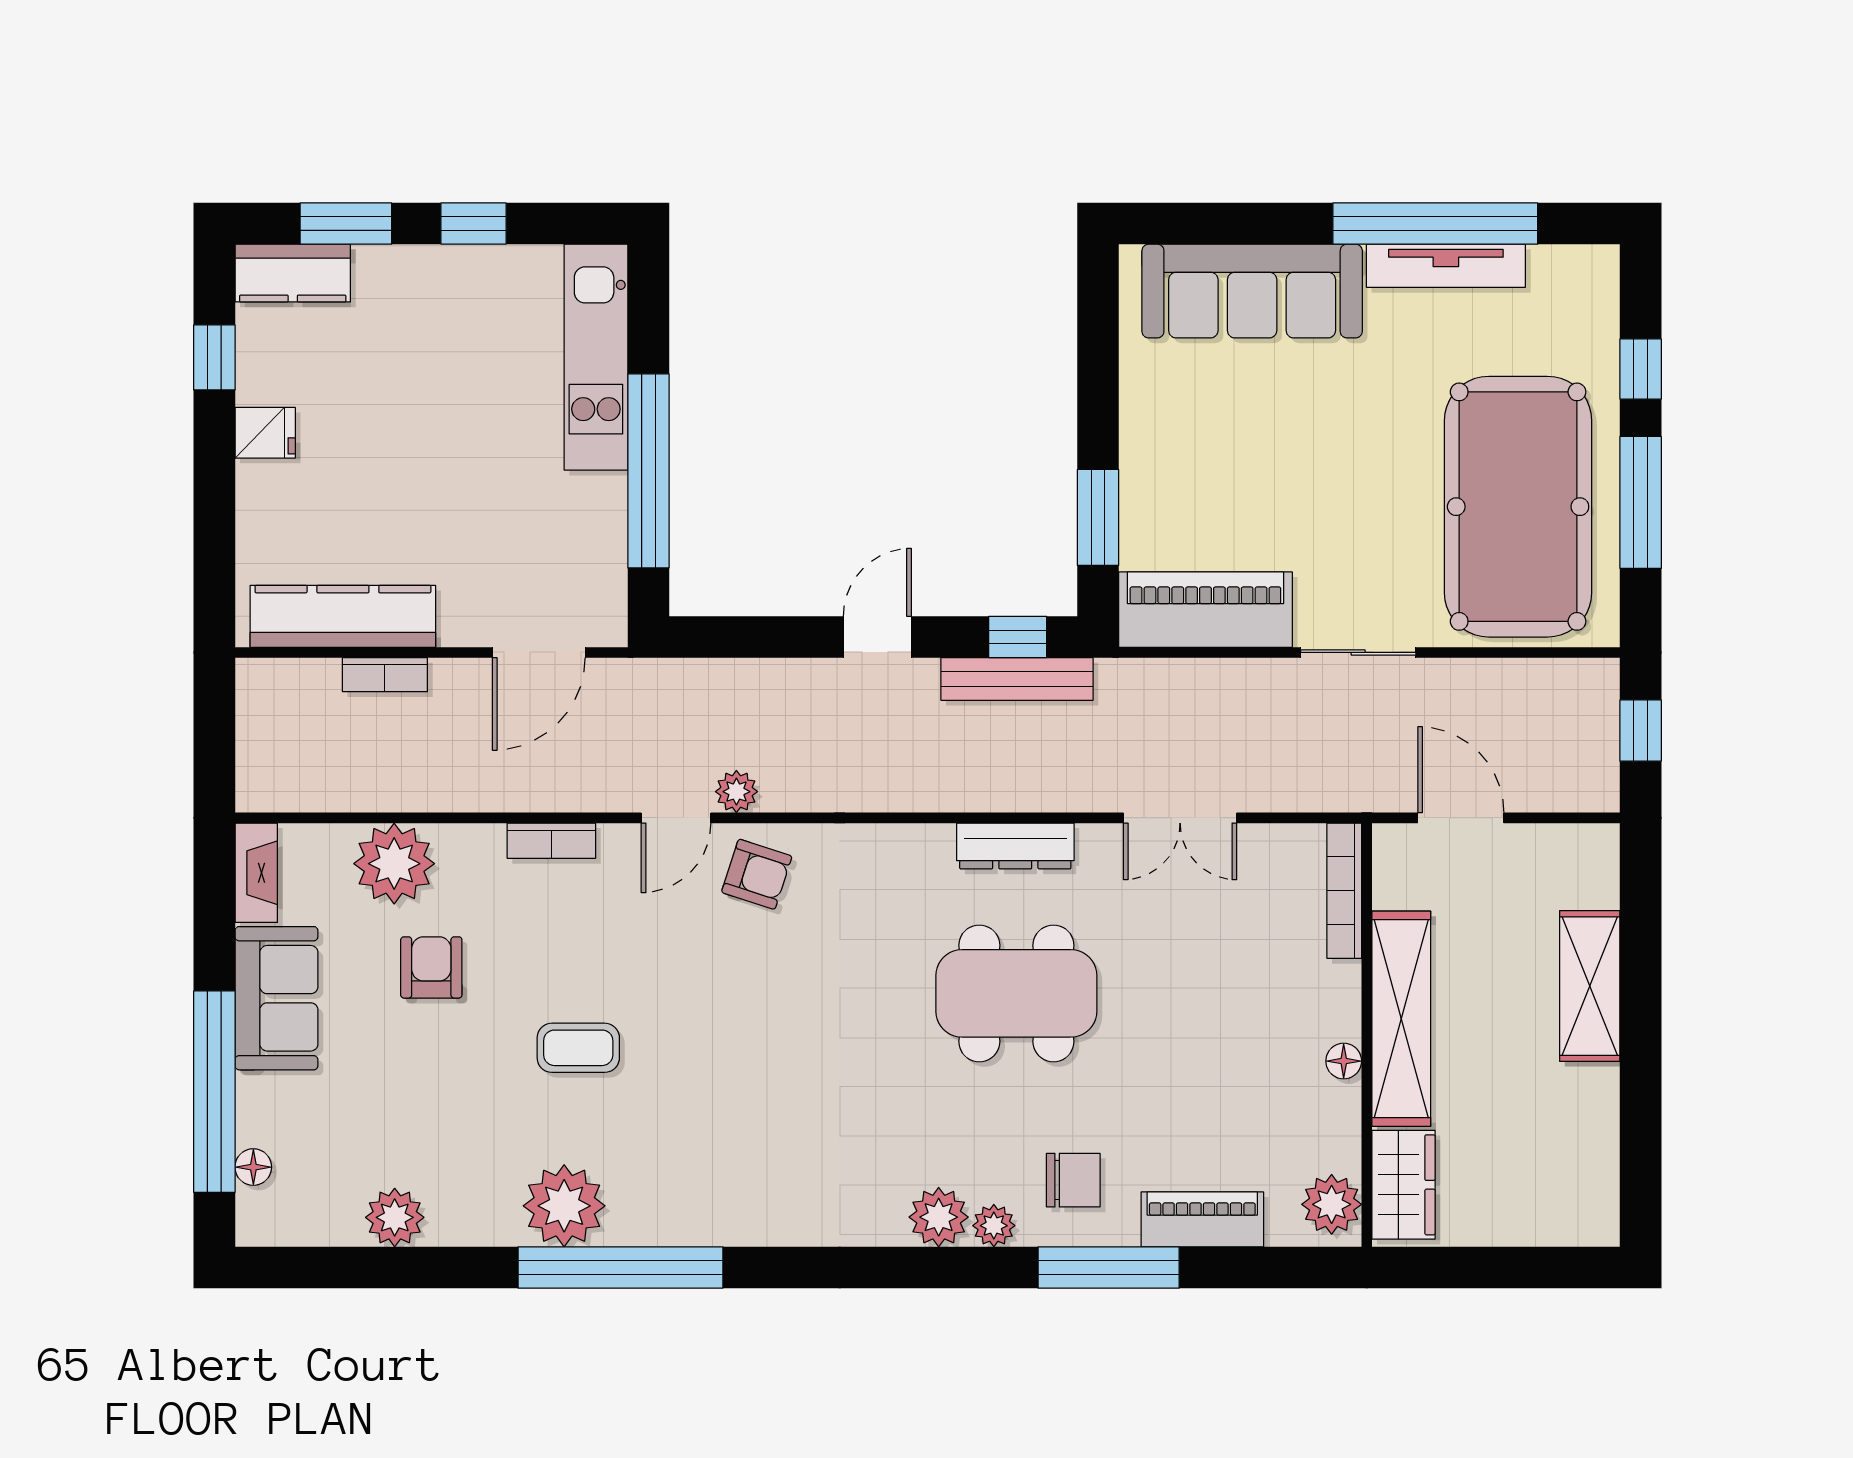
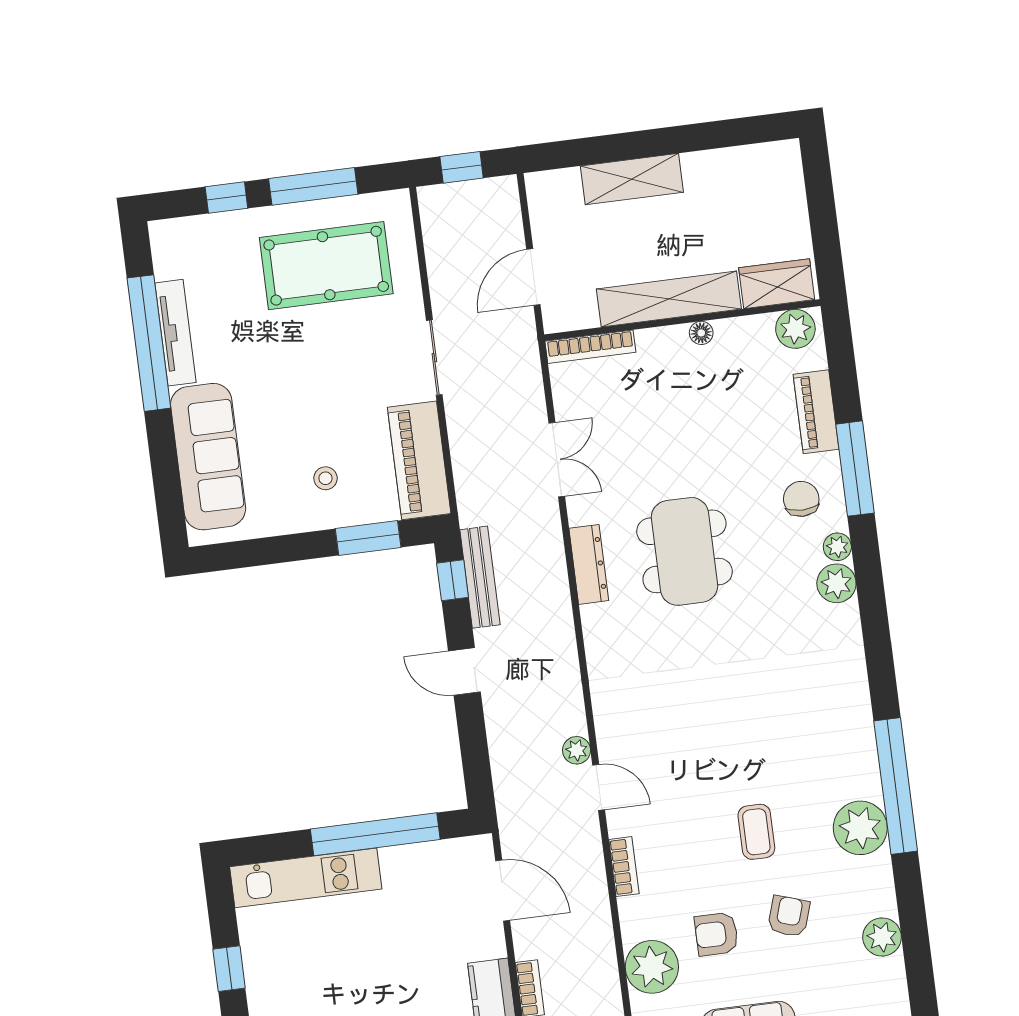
stool: (1197, 464) -> (326, 478), added
pool table: (1518, 507) -> (326, 266), width x0.73, depth x0.76
armchair: (757, 874) -> (789, 916), moved

